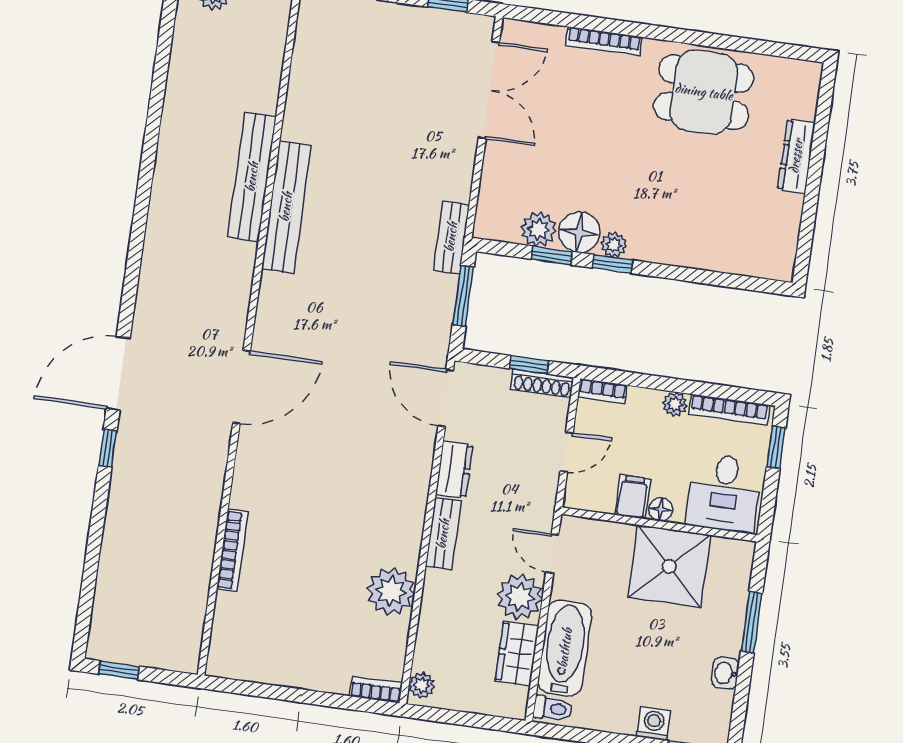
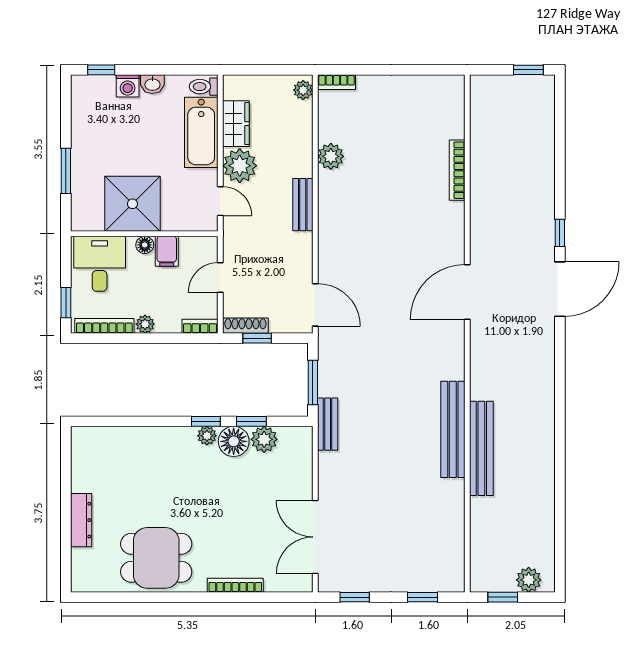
dresser: (454, 469) -> (301, 253), removed
plant: (391, 591) -> (331, 156), width x0.73, depth x0.73
washbasin: (725, 673) -> (152, 84), moved, turned 90

